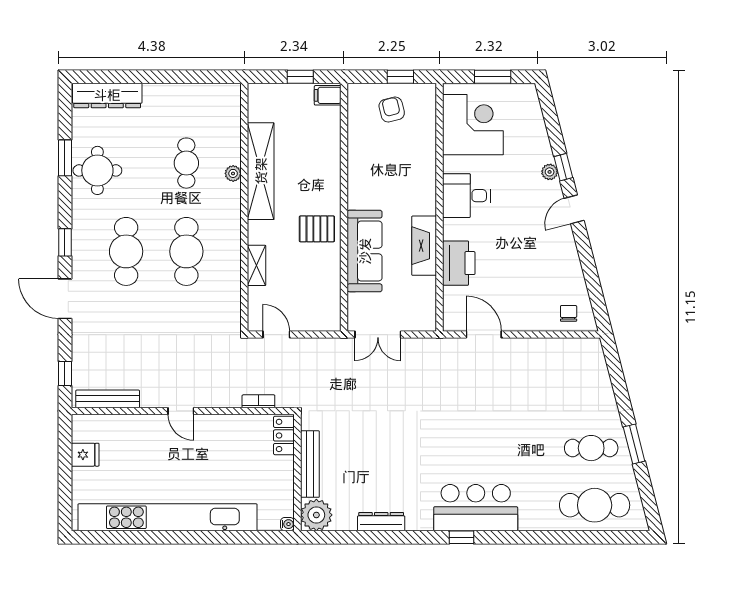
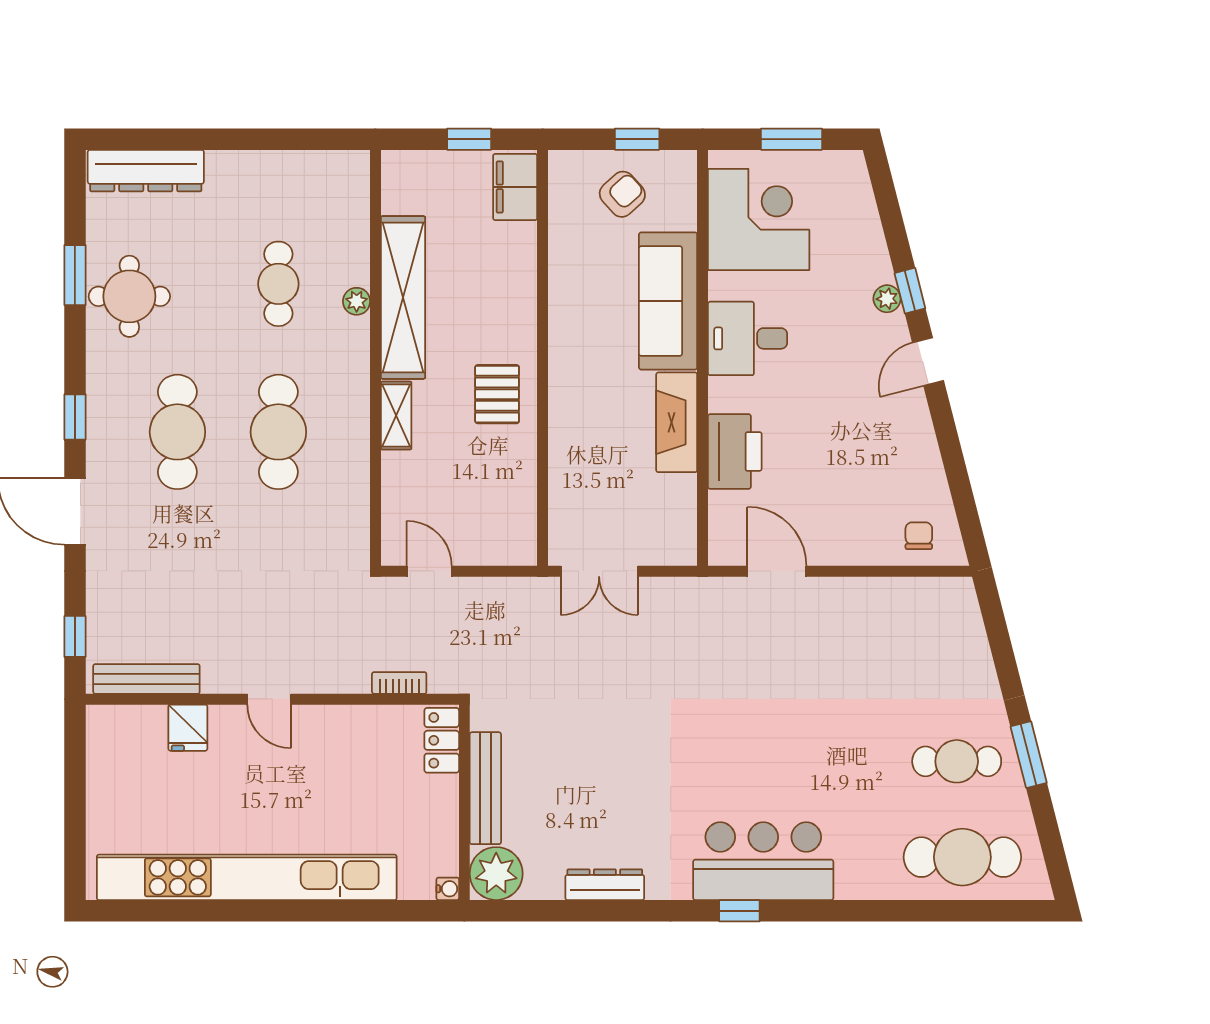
filing cabinet: (328, 95) -> (515, 187), width x2.00
armchair: (392, 110) -> (622, 194), turned 62
pallet: (317, 229) -> (497, 394), turned 90
sofa: (365, 251) -> (668, 301), moved, turned 180
shelving: (257, 265) -> (396, 416), moved
fridge: (85, 455) -> (188, 728), moved, turned 90

